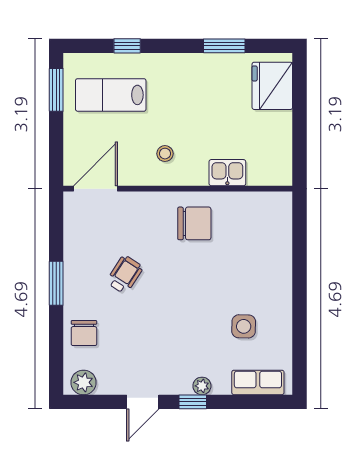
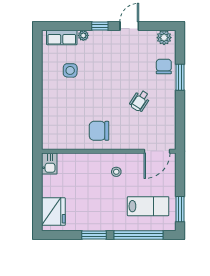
window: (127, 46) -> (138, 235), width x3.17
window: (224, 46) -> (94, 235), moved
kitchen sink: (227, 173) -> (49, 164), moved, turned -90
window: (56, 283) -> (180, 77), moved
plant: (202, 386) -> (83, 35), moved

